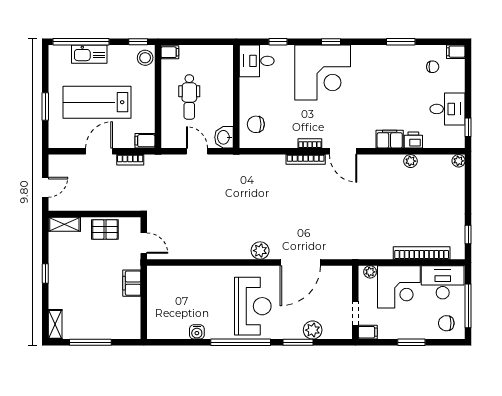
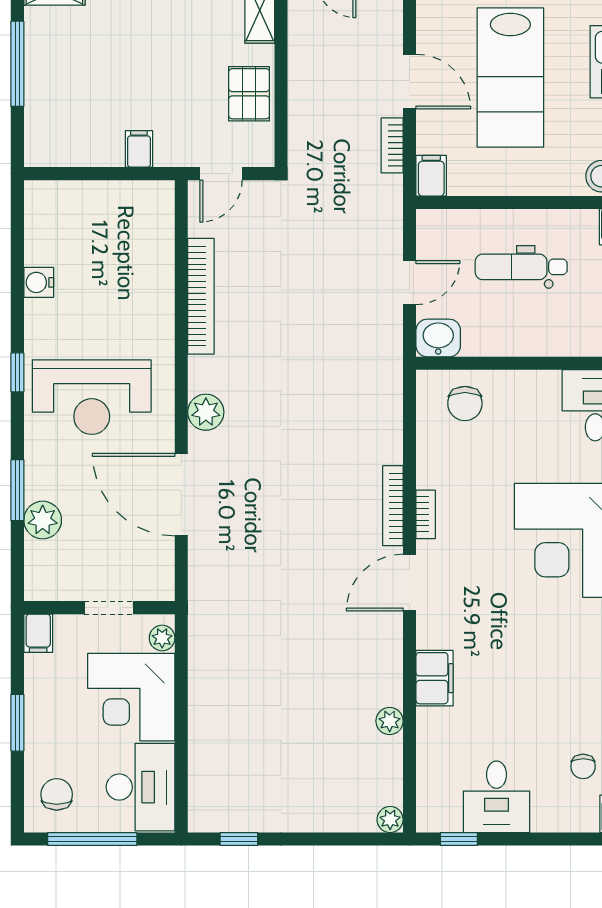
lab bench: (97, 102) -> (510, 77), turned 180
chair: (256, 124) -> (465, 403), turned 180
printer: (413, 140) -> (433, 727), removed
bookcase: (422, 253) -> (201, 296), moved
filing cabinet: (132, 283) -> (139, 149), width x0.50
doorway: (355, 313) -> (109, 608), moved
window: (241, 342) -> (17, 372), width x0.32

